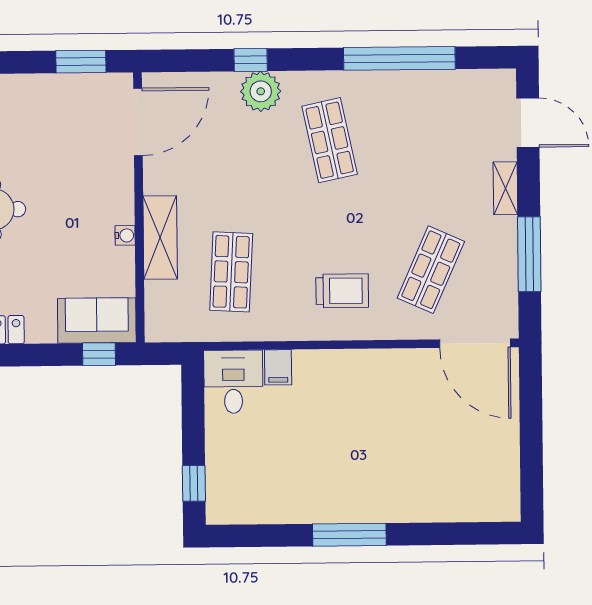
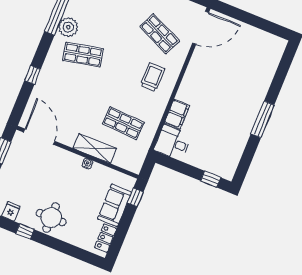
plant: (261, 91) -> (68, 27), moved
sofa: (97, 320) -> (114, 206), moved
filing cabinet: (278, 367) -> (177, 114), width x2.00

